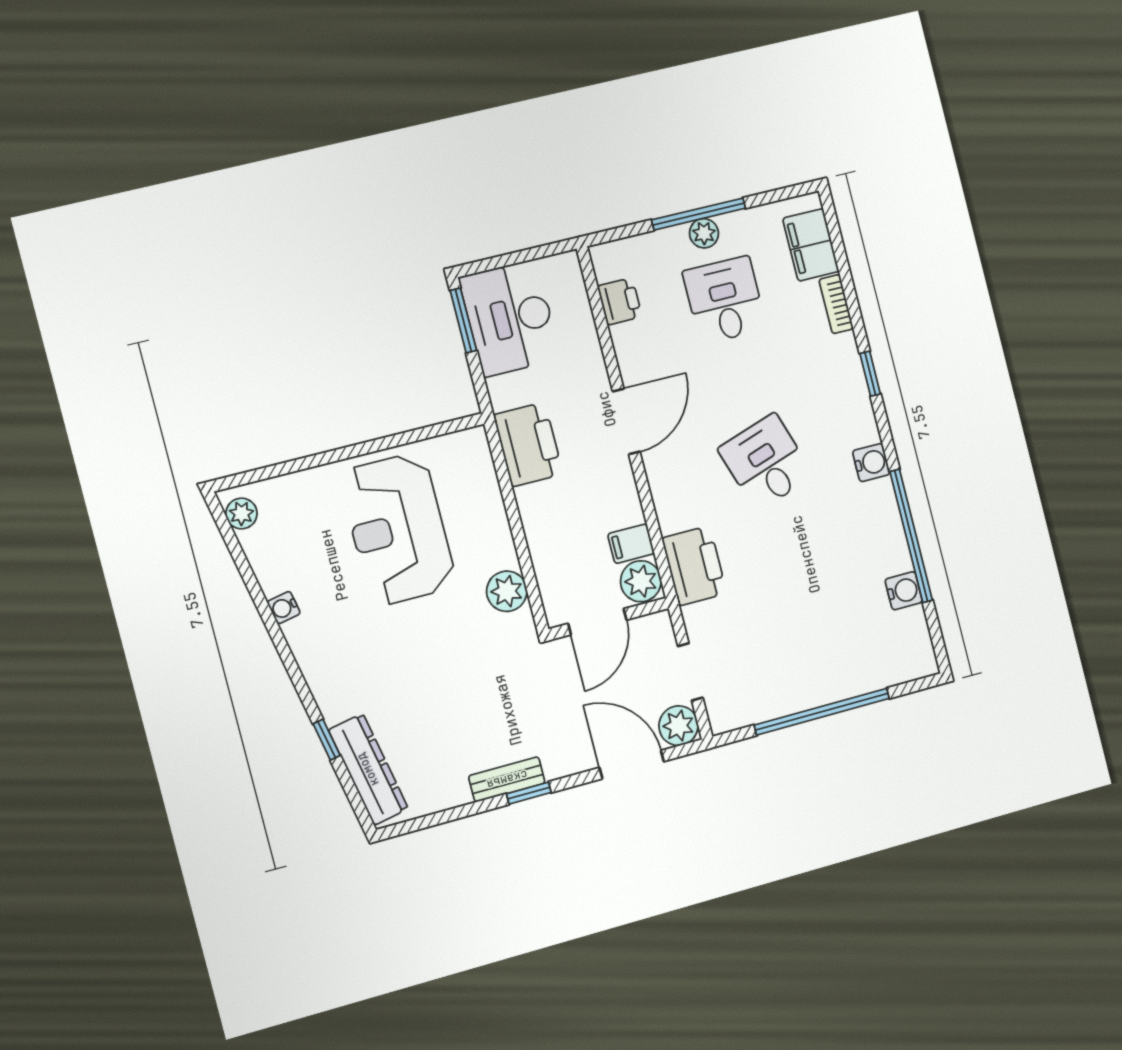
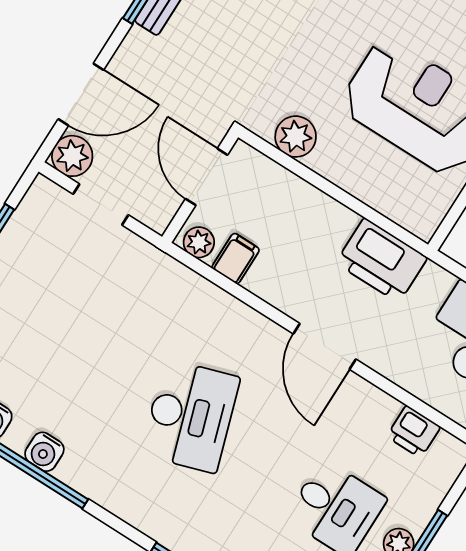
desk: (766, 462) -> (190, 416), width x1.37
water cooler: (871, 463) -> (44, 452), moved
printer: (694, 566) -> (172, 287), removed
plant: (641, 581) -> (199, 242), width x0.73, depth x0.73

